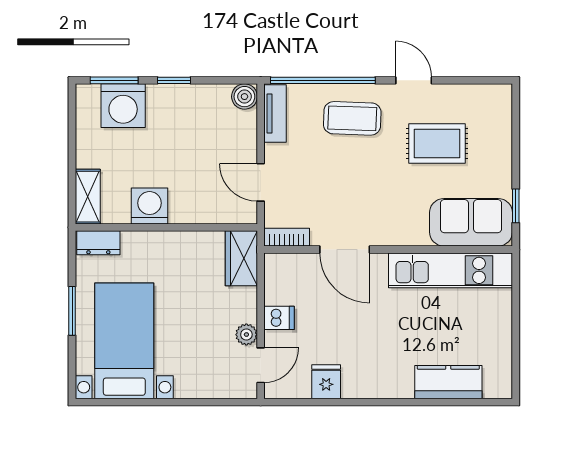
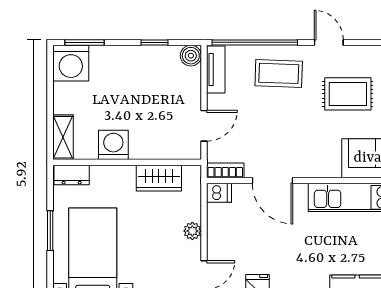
window: (174, 80) -> (154, 42), moved
washing machine: (123, 106) -> (71, 63), moved
door: (261, 182) -> (204, 126), swing flipped
wardrobe: (241, 258) -> (159, 178), moved, turned -90
dishwasher: (279, 318) -> (219, 193), moved
plant: (246, 335) -> (192, 231), moved

